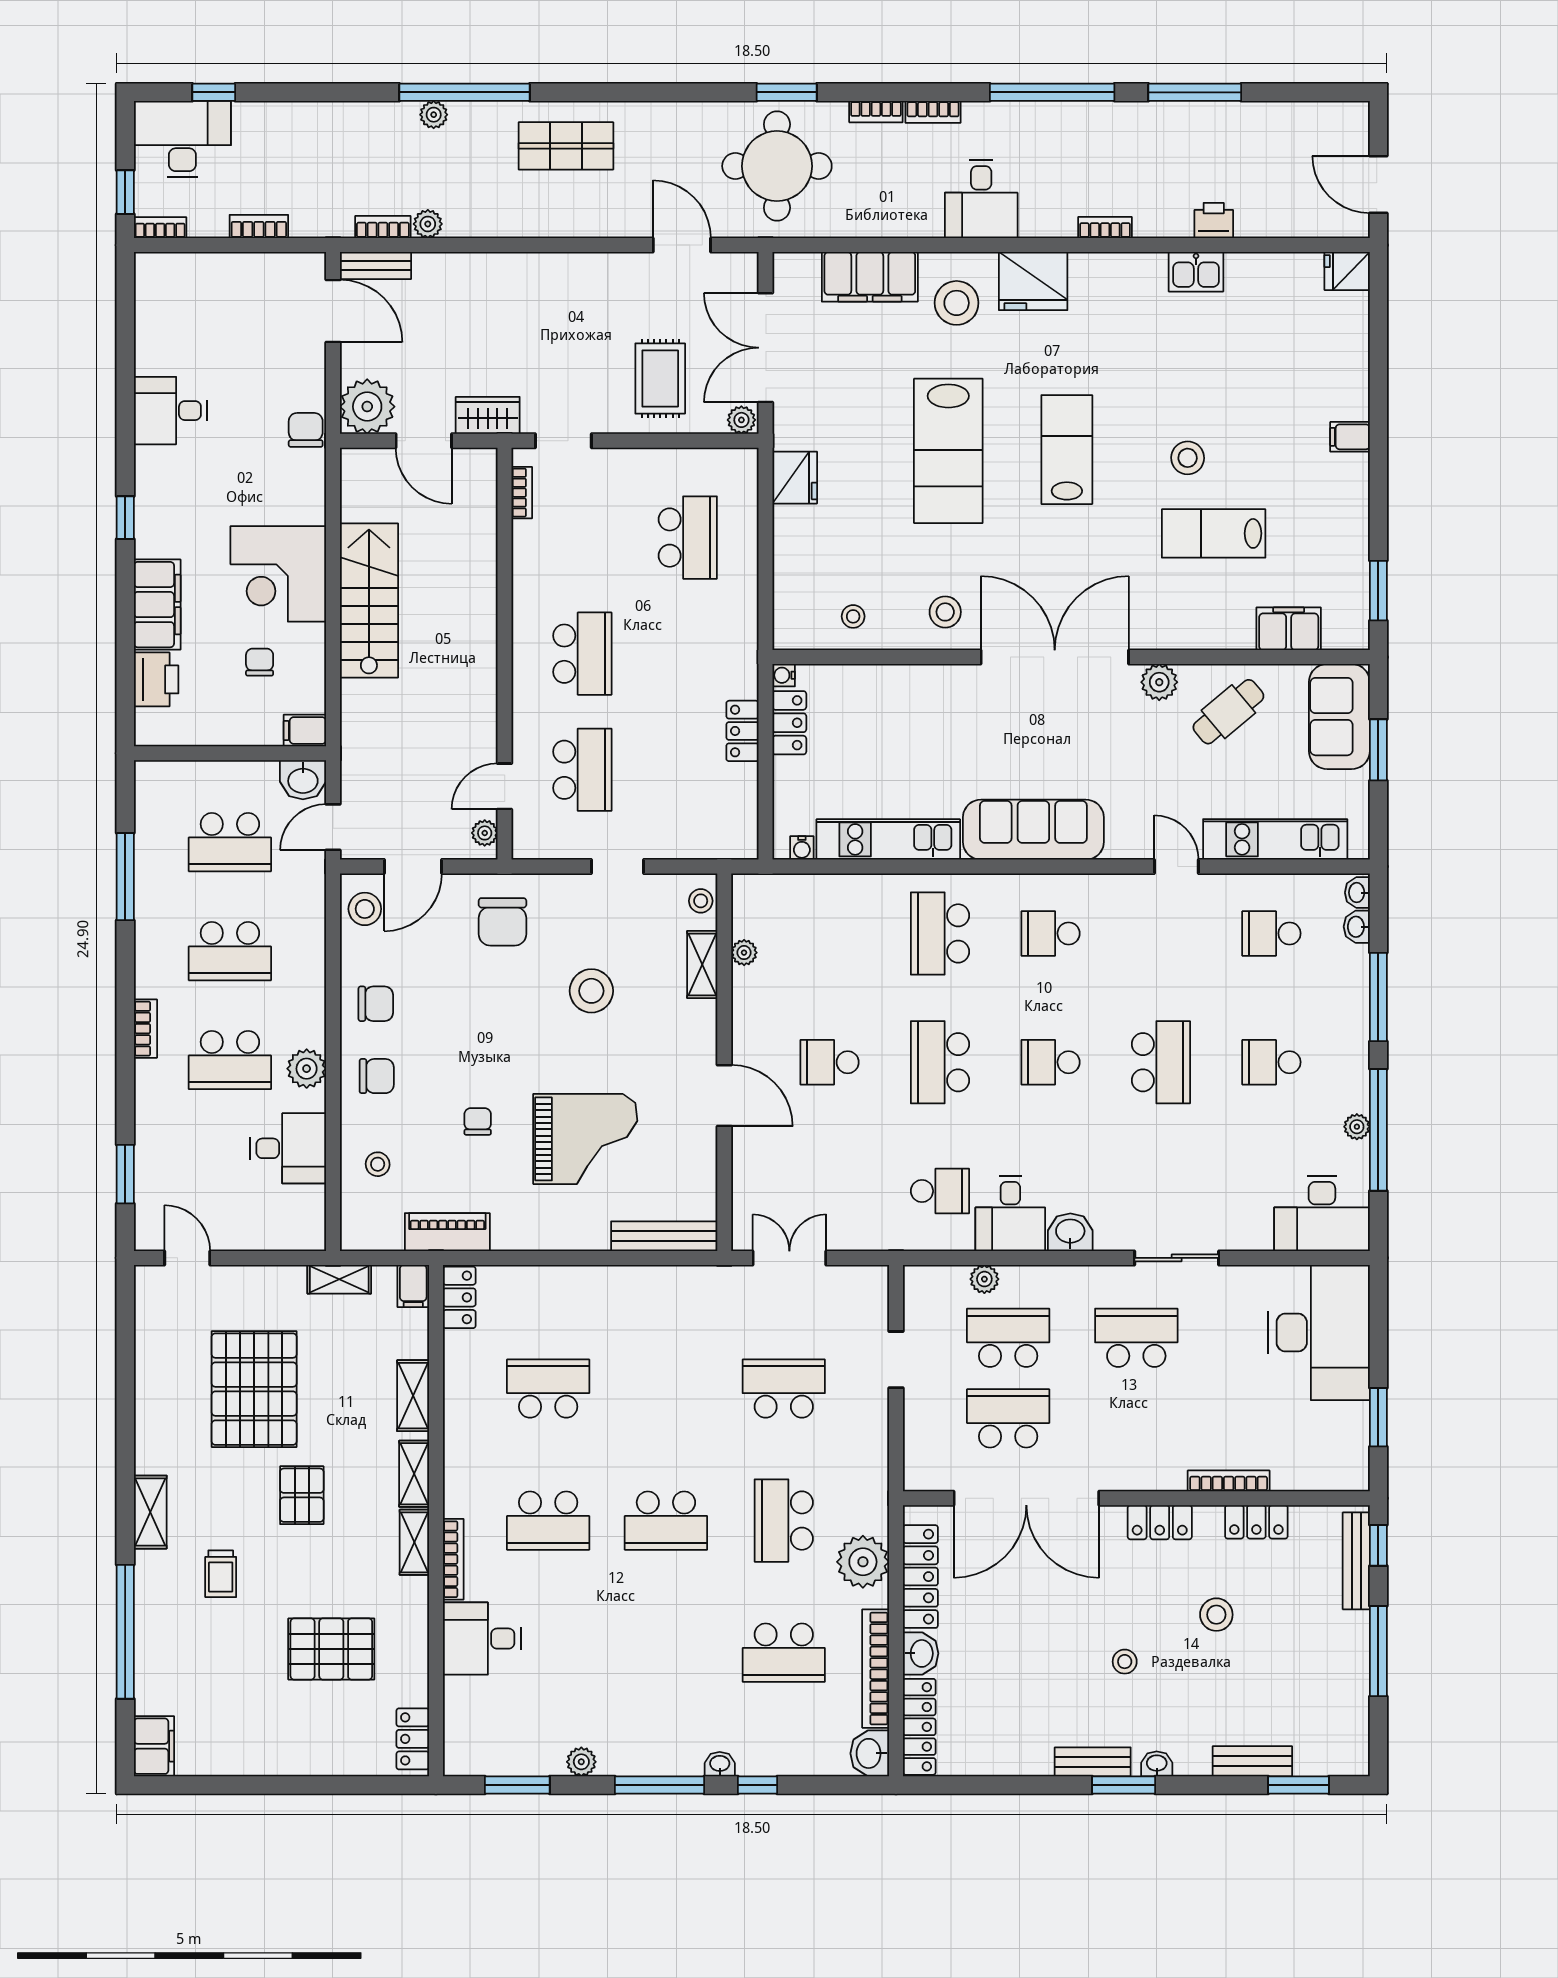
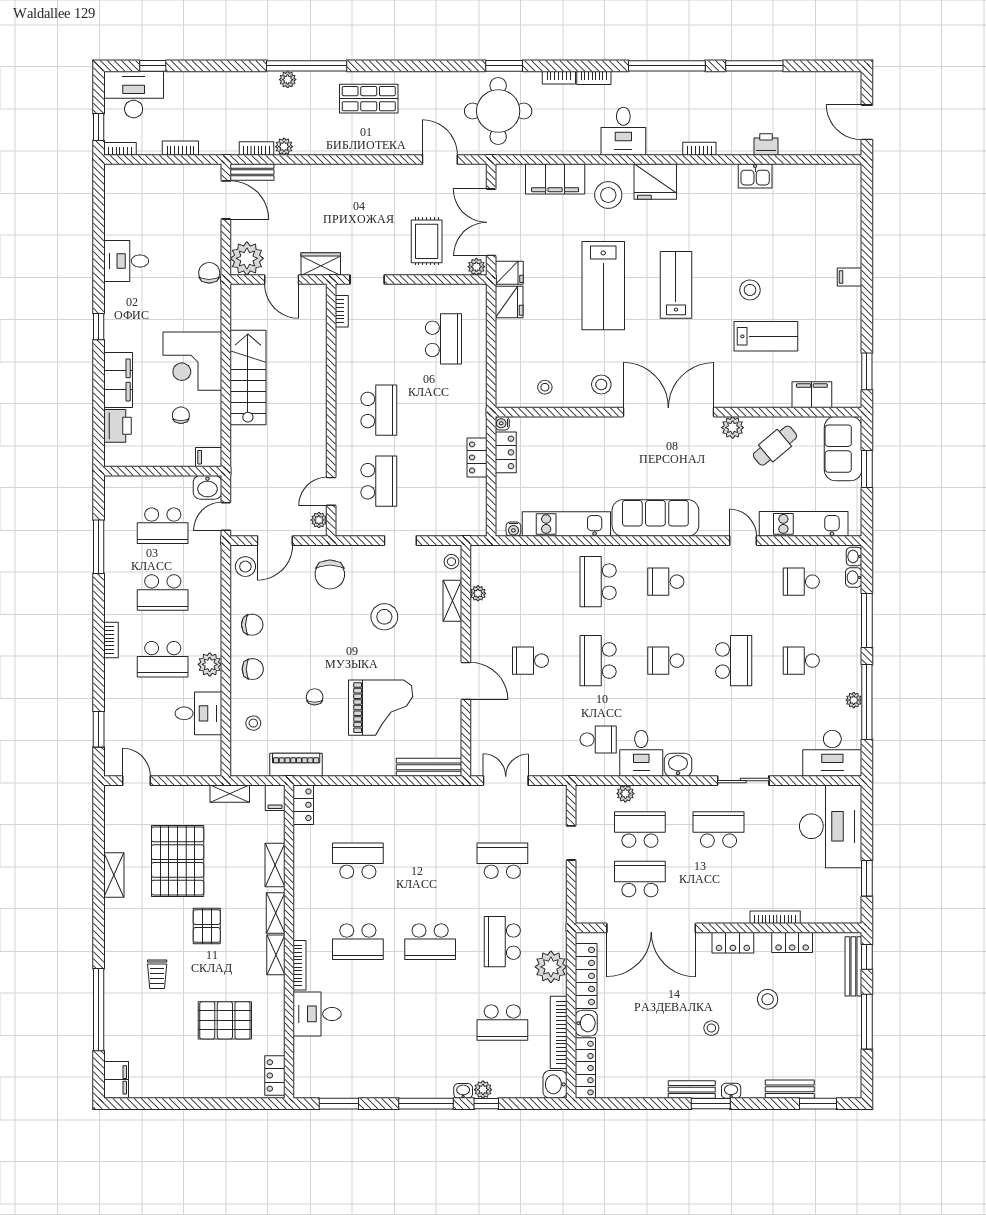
fridge: (1347, 271) -> (509, 273), moved, turned 180
lab bench: (1214, 533) -> (766, 336), turned 180
shelving: (150, 1512) -> (114, 875), moved
plant: (581, 1762) -> (483, 1090), moved

